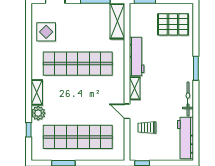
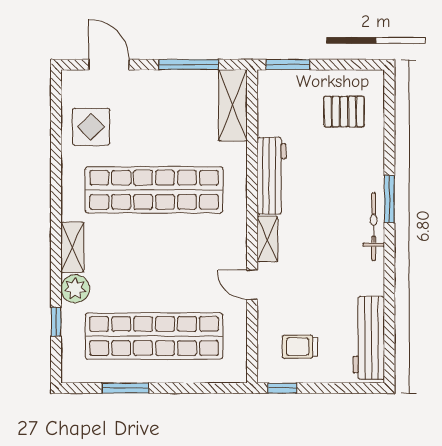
pallet: (173, 24) -> (344, 112), width x0.67, depth x0.71
bicycle: (188, 99) -> (374, 227), moved
trolley: (147, 128) -> (300, 347), moved

